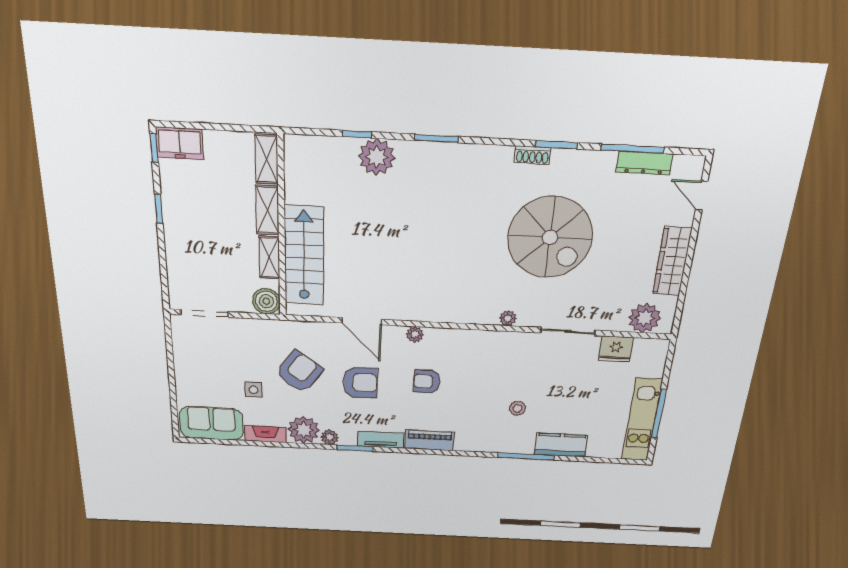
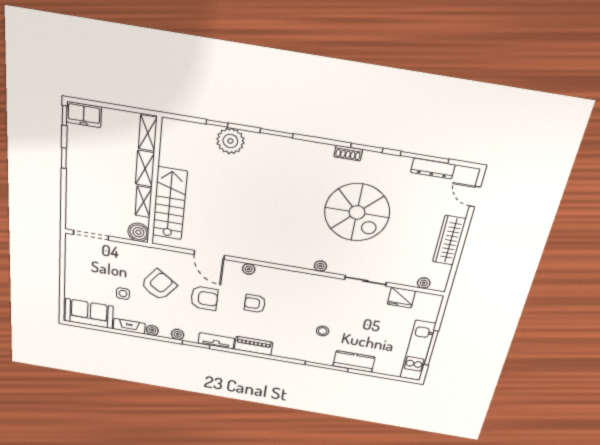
plant: (645, 318) -> (424, 283), width x0.53, depth x0.53
plant: (304, 430) -> (152, 330), width x0.53, depth x0.53

